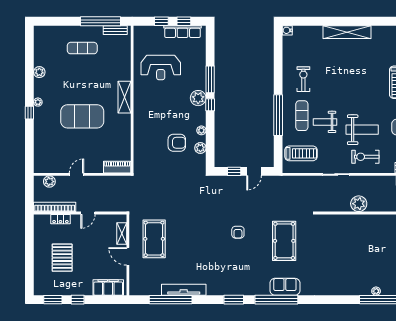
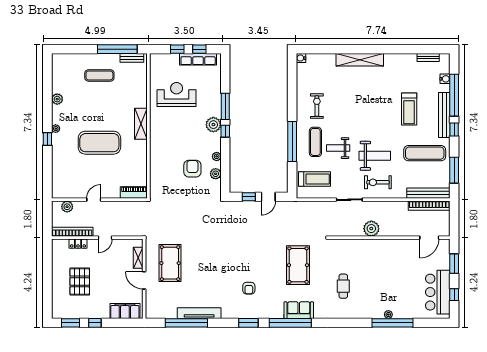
reception desk: (161, 67) -> (177, 95), turned 180
armchair: (177, 143) -> (192, 169), turned -90
armchair: (238, 232) -> (249, 288), moved
cafe table: (330, 262) -> (343, 286), added

